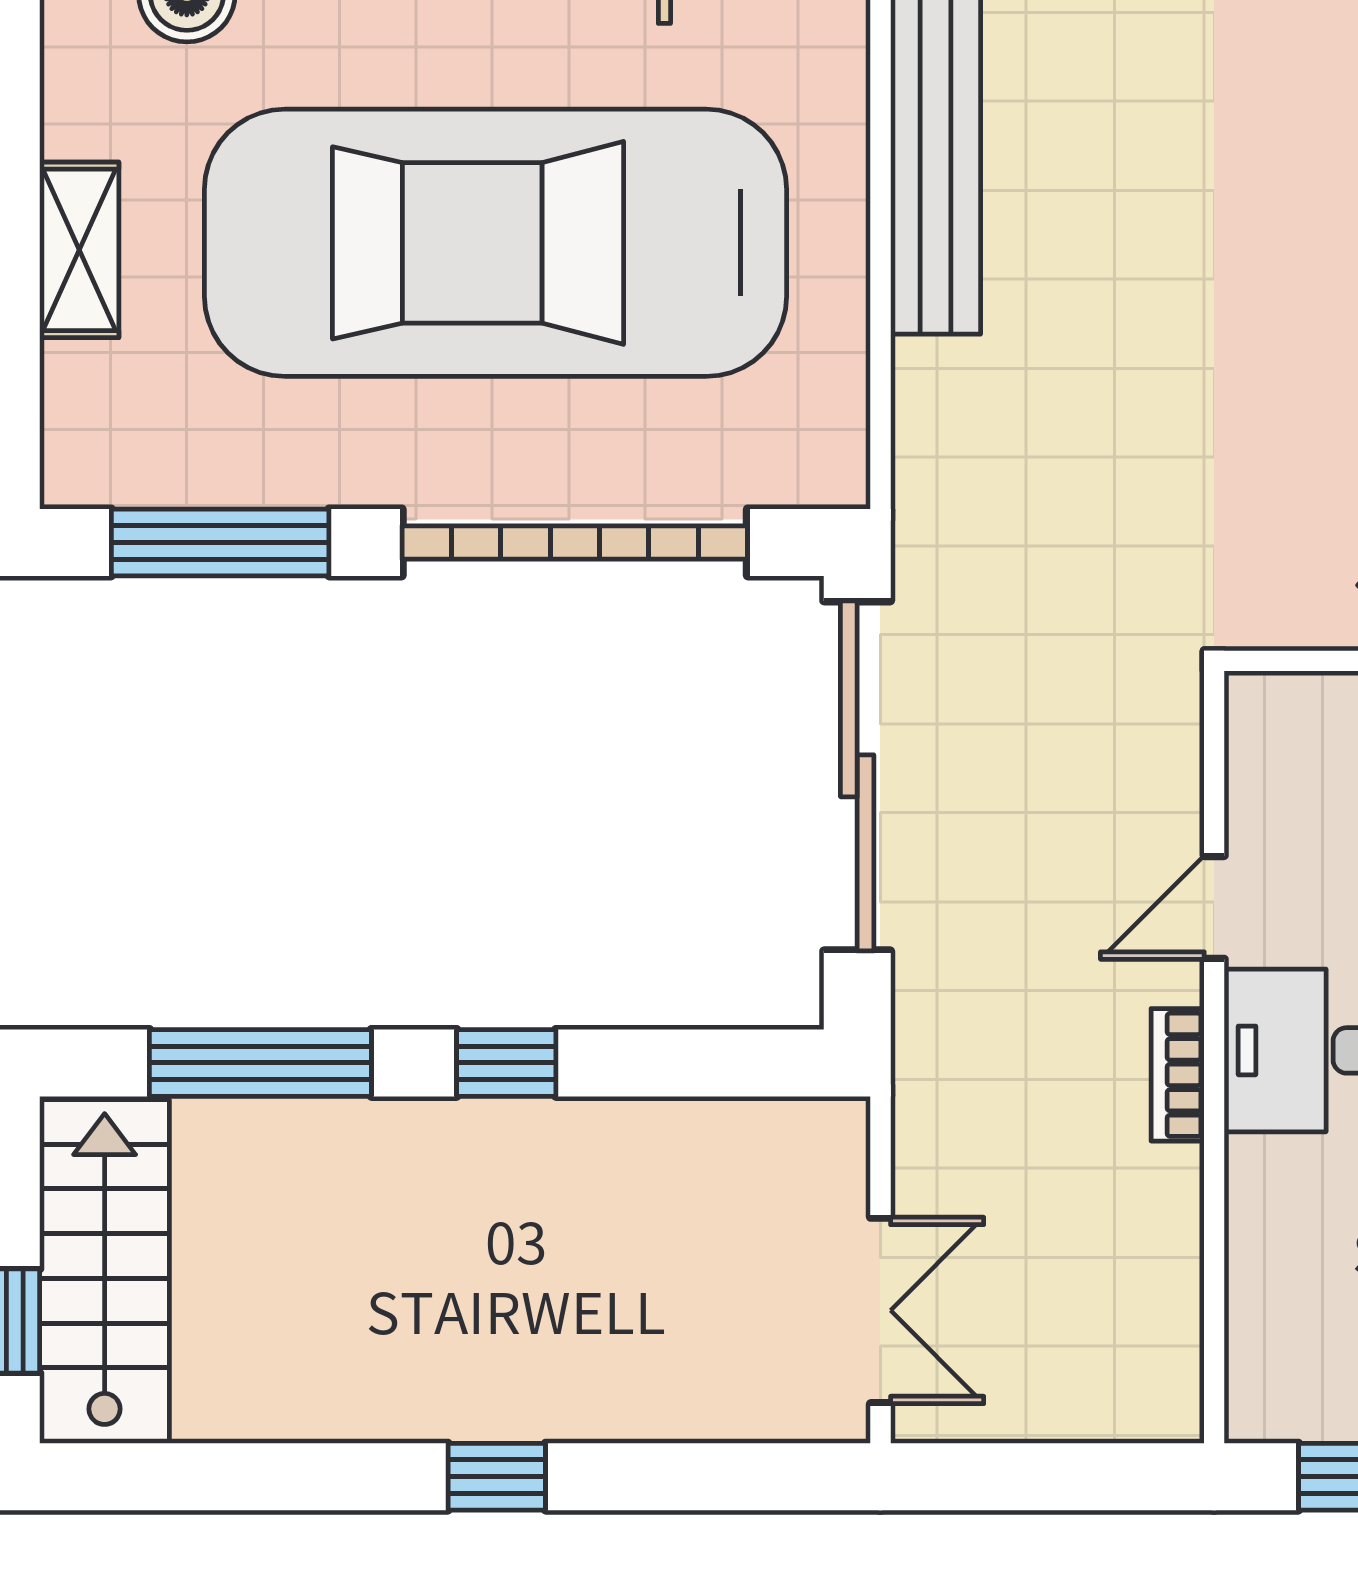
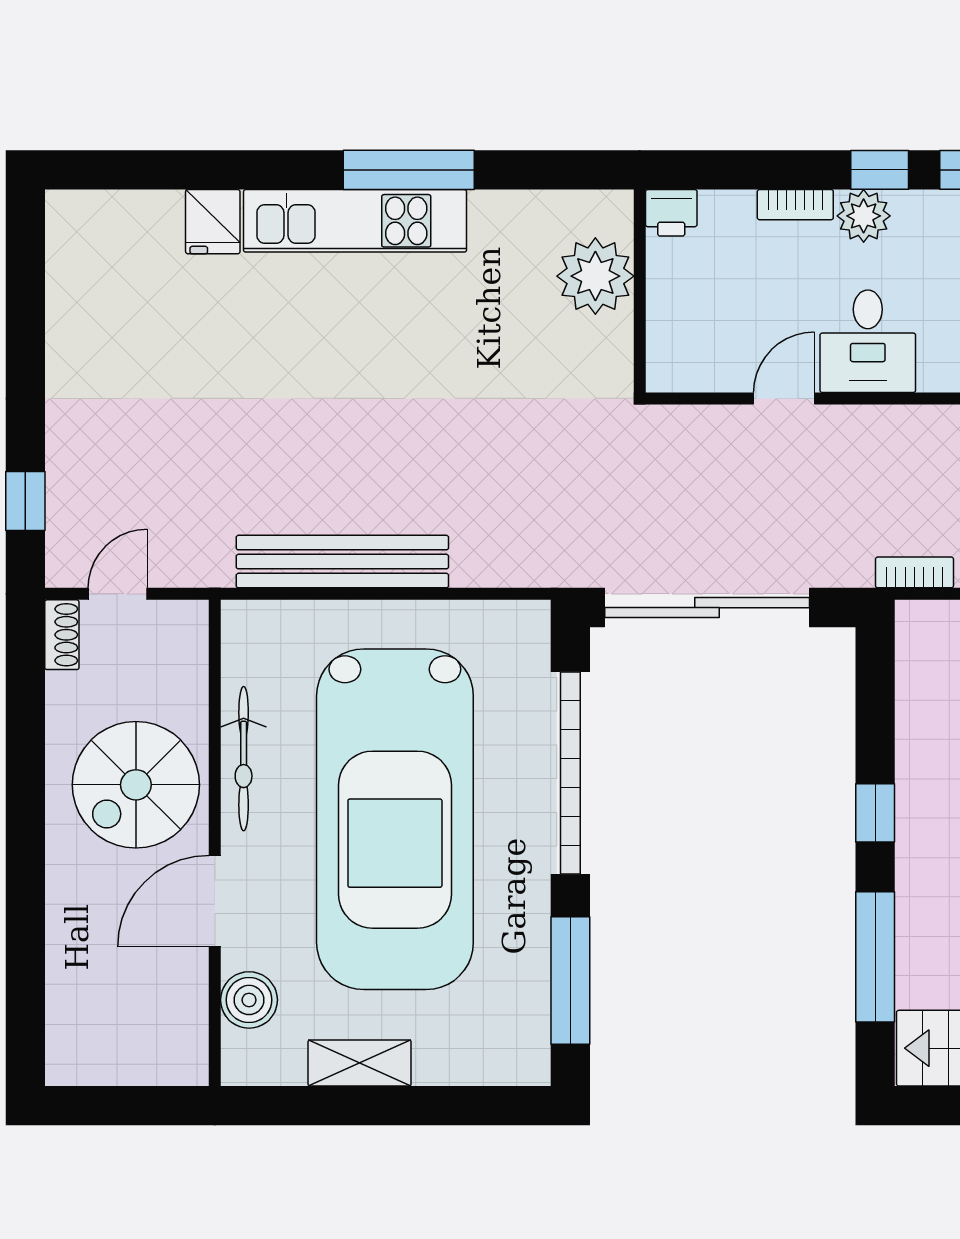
shelving: (79, 250) -> (360, 1063), moved
door: (1214, 907) -> (784, 398), swing flipped
bookcase: (1178, 1075) -> (915, 572), moved, turned 180

